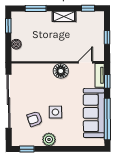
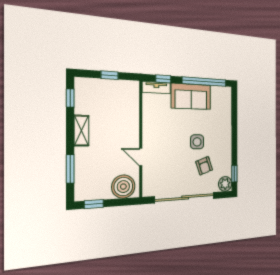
boiler: (16, 44) -> (123, 187), width x1.86, depth x1.86
door: (85, 62) -> (141, 157), moved
floor lamp: (61, 71) -> (151, 135), removed
sofa: (94, 113) -> (191, 96), width x0.73
plant: (49, 139) -> (225, 184), moved

